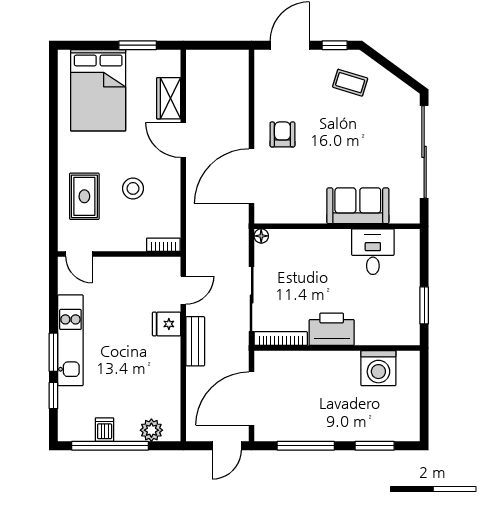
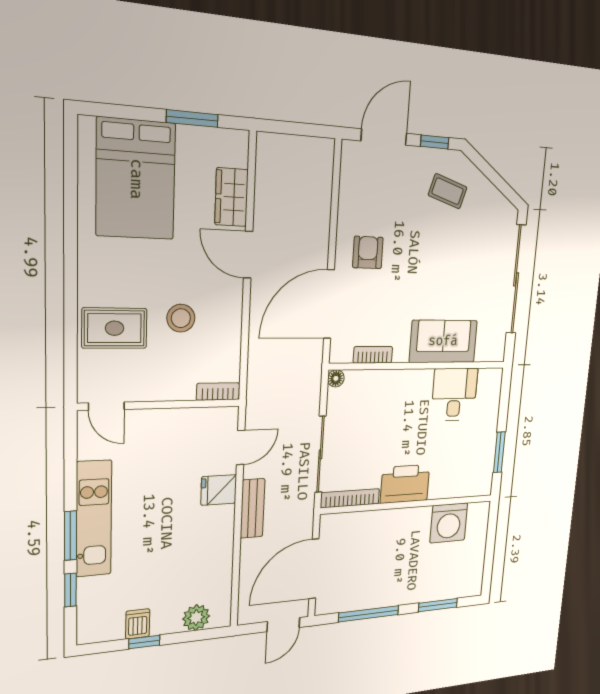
rug: (84, 196) -> (115, 328), turned 90
bookcase: (293, 217) -> (373, 355), added
window: (110, 446) -> (144, 642), width x0.32

